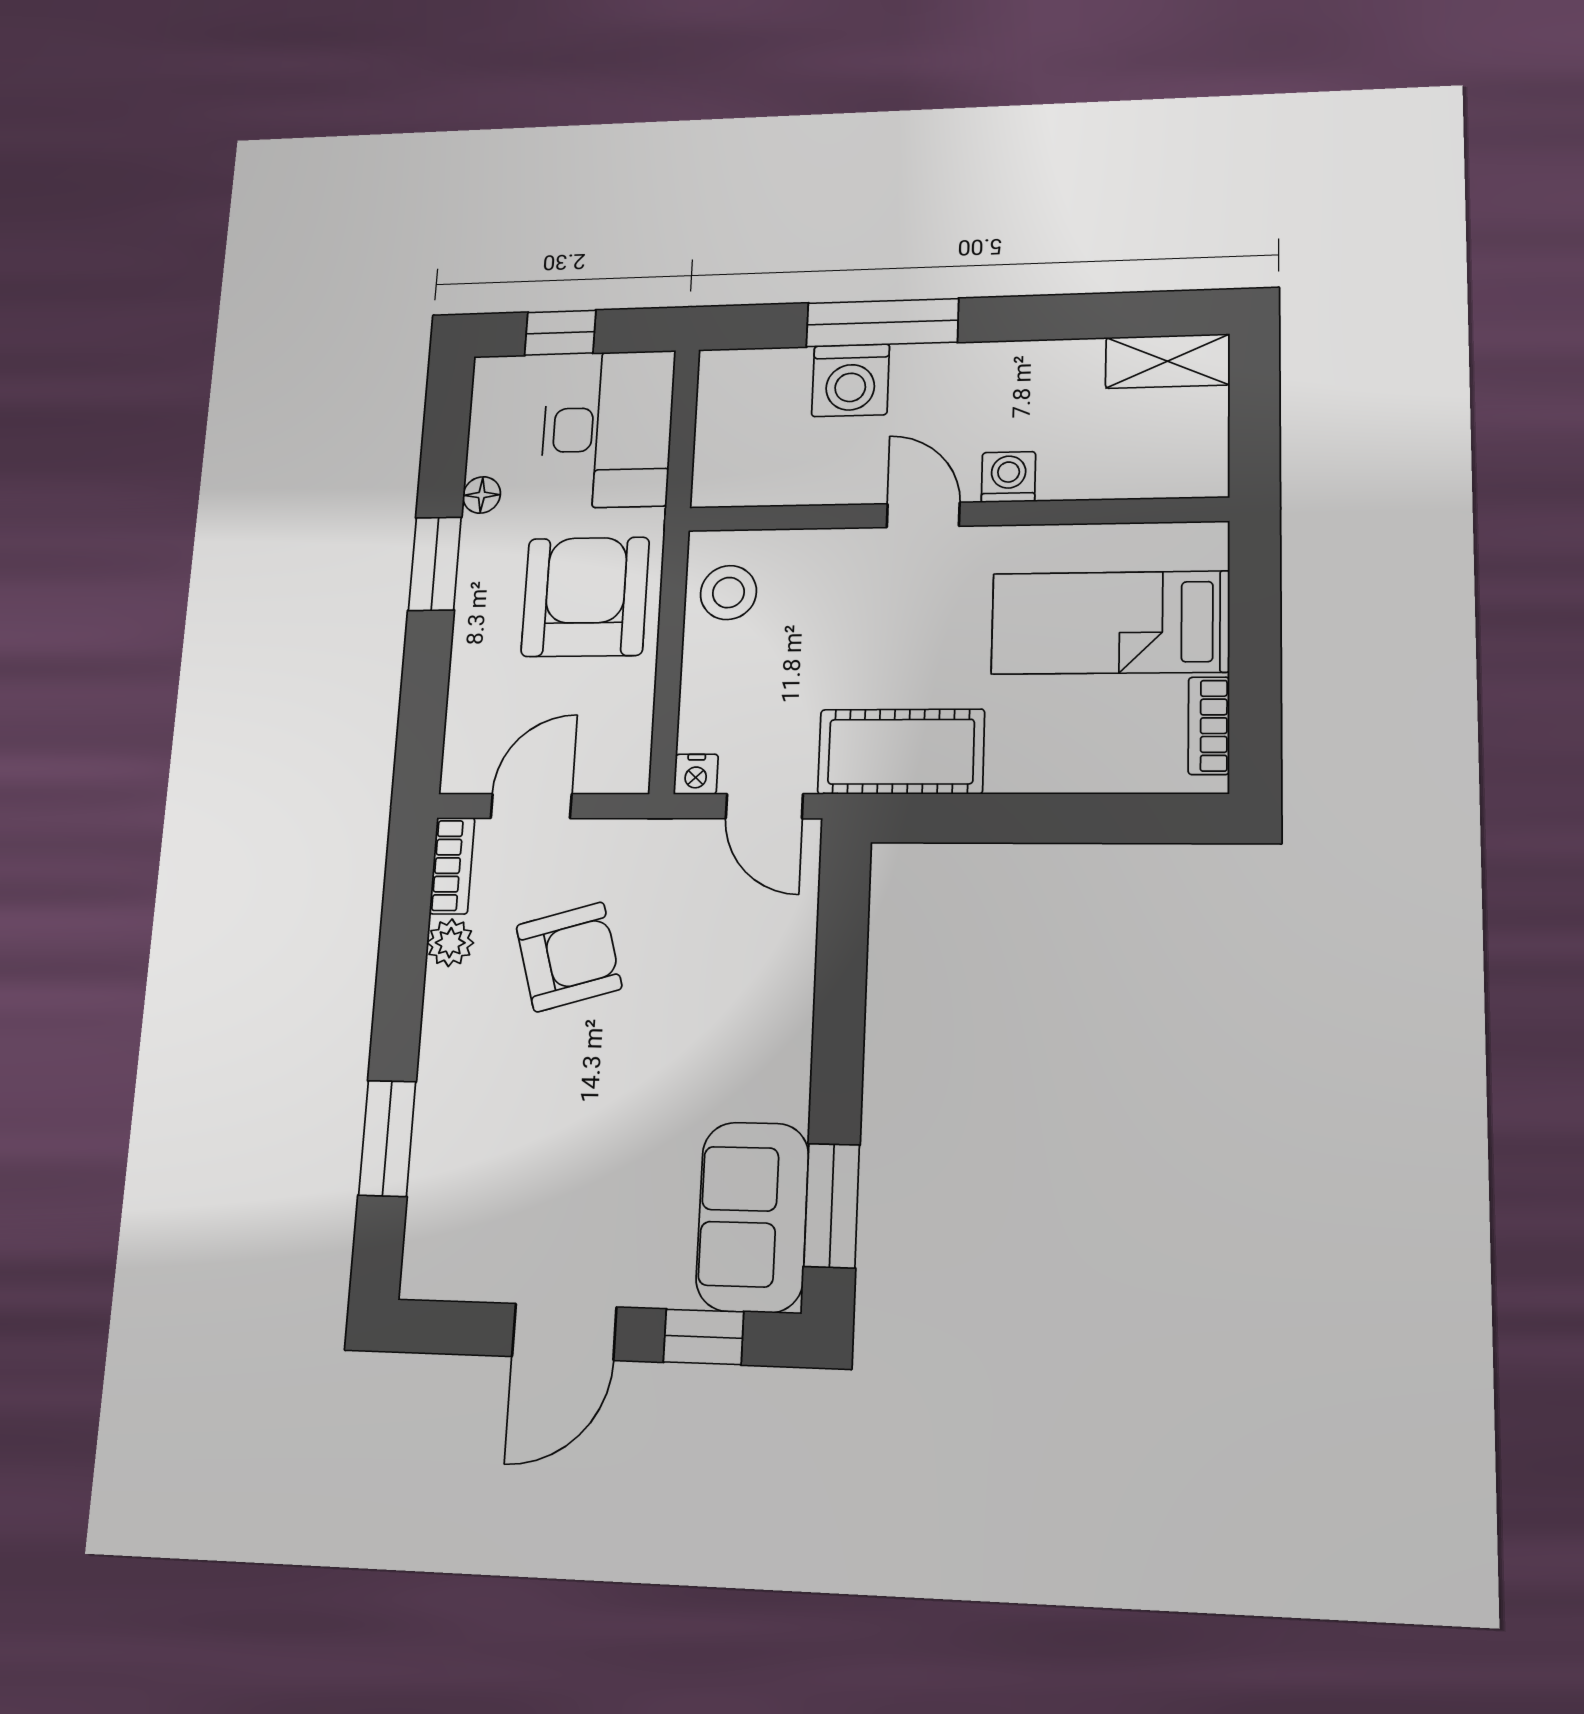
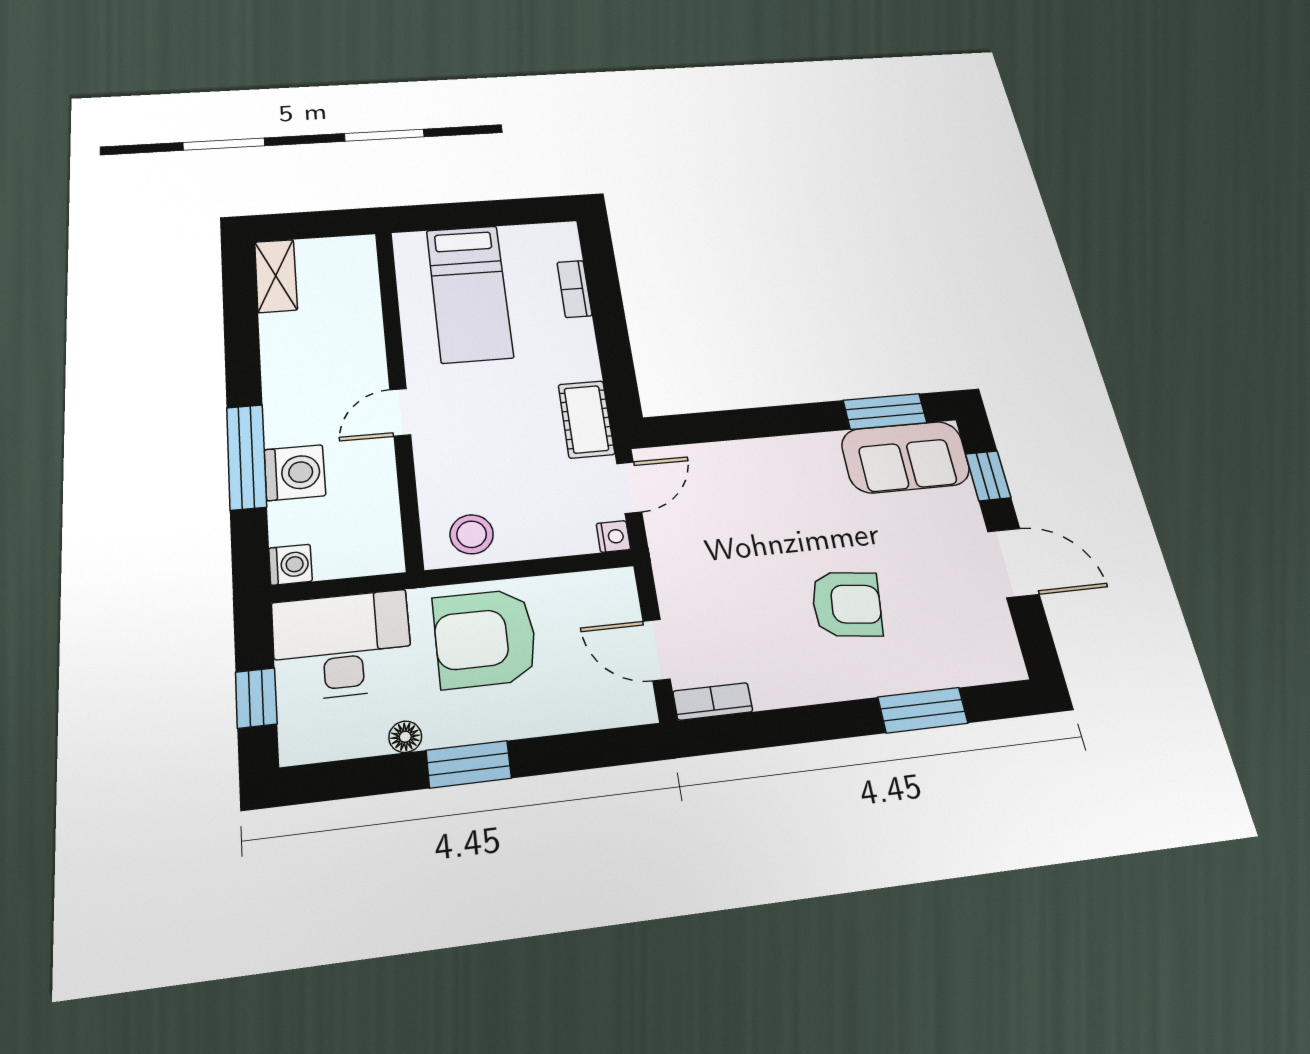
washing machine: (1008, 477) -> (290, 565), moved, turned 180
bookcase: (1209, 726) -> (574, 289), moved, turned 90
cot: (901, 752) -> (586, 419), width x0.73, depth x0.75
plant: (450, 943) -> (771, 691), removed
armchair: (569, 957) -> (847, 604), moved, turned 113

